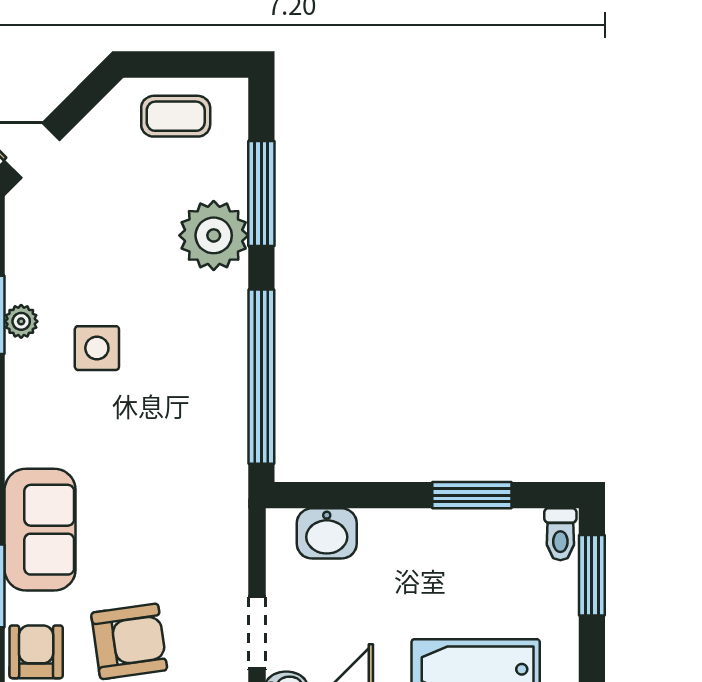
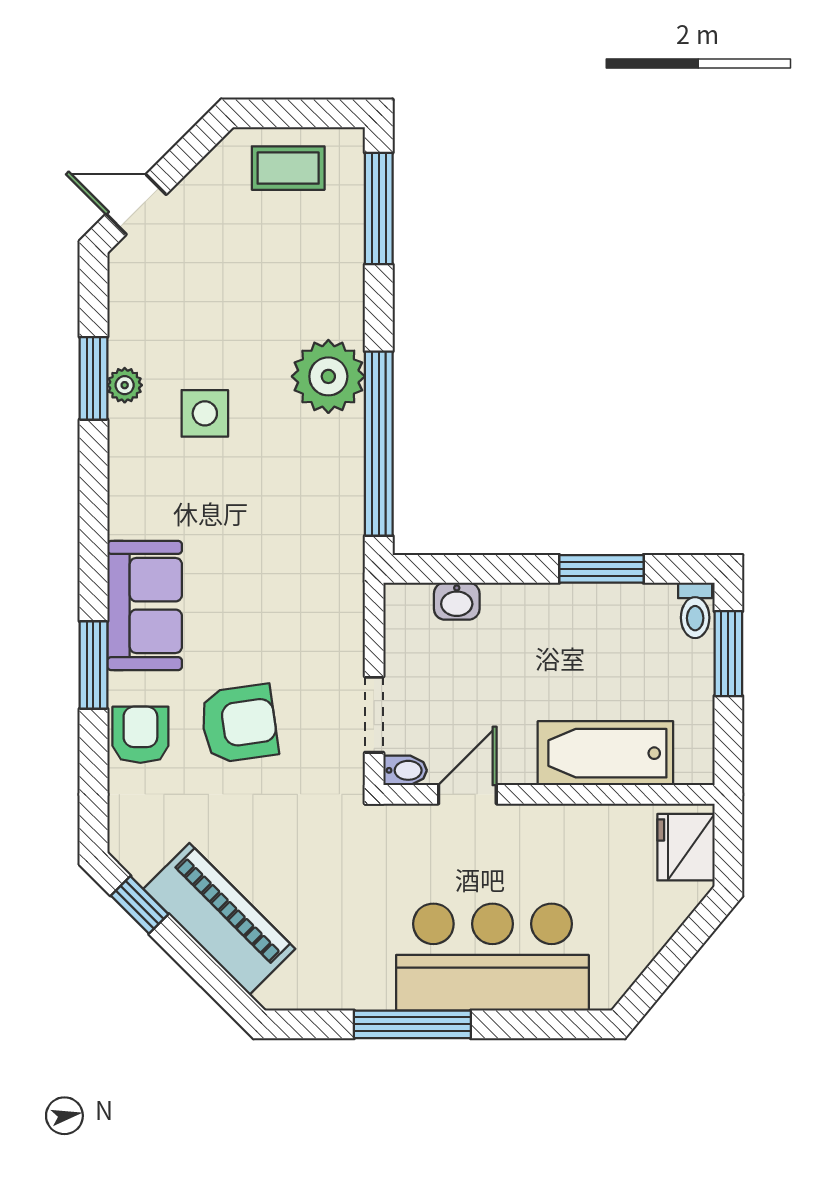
window: (261, 194) -> (379, 208), moved
plant: (214, 235) -> (328, 376), moved
washbasin: (327, 533) -> (457, 601), width x0.72, depth x0.69

